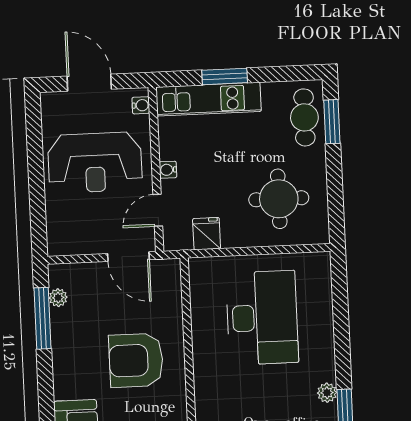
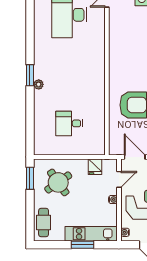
window: (332, 122) -> (30, 178), moved
round table: (279, 199) -> (58, 182), turned -35
desk: (262, 318) -> (69, 123), width x0.53, depth x0.77

